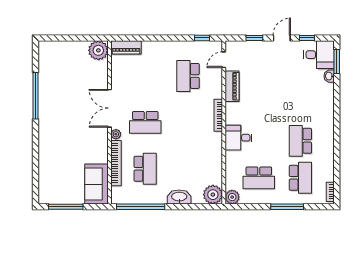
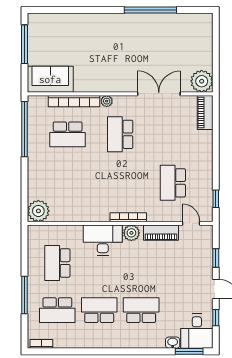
school desk: (188, 76) -> (173, 183), turned -90
school desk: (300, 104) -> (141, 310), added
double door: (109, 108) -> (159, 94), moved
desk: (239, 138) -> (103, 240), width x1.37
washbasin: (179, 197) -> (36, 173), removed
plant: (232, 197) -> (131, 233), moved

